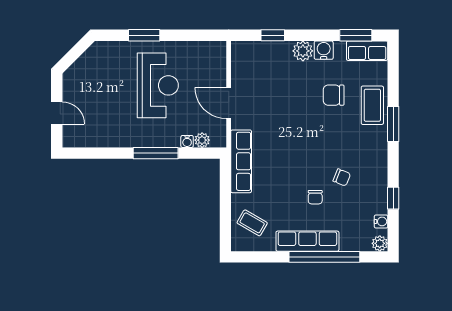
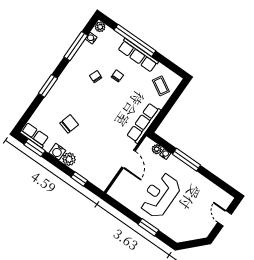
chair: (334, 95) -> (69, 124), turned -74
coffee table: (372, 105) -> (52, 104), removed
window: (393, 198) -> (76, 46), width x2.17

